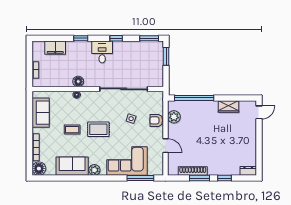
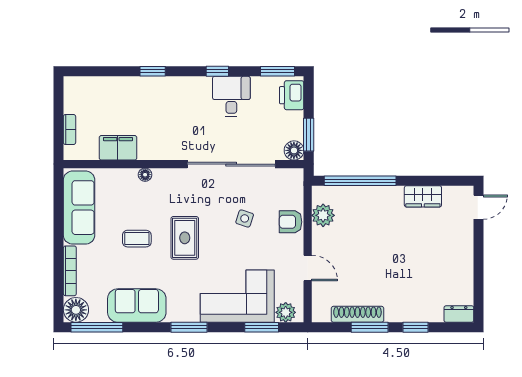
filing cabinet: (55, 48) -> (118, 148), moved, turned 180
printer: (157, 51) -> (292, 95), added
desk: (102, 52) -> (231, 96), moved
window: (166, 56) -> (309, 135), moved
floor lamp: (78, 81) -> (294, 150), moved
sofa: (41, 113) -> (79, 208), width x1.36
rug: (98, 129) -> (185, 238), turned 90
plant: (94, 170) -> (286, 312), moved
window: (50, 178) -> (97, 327), added
window: (101, 178) -> (189, 327), added
window: (140, 178) -> (262, 327), width x0.69

